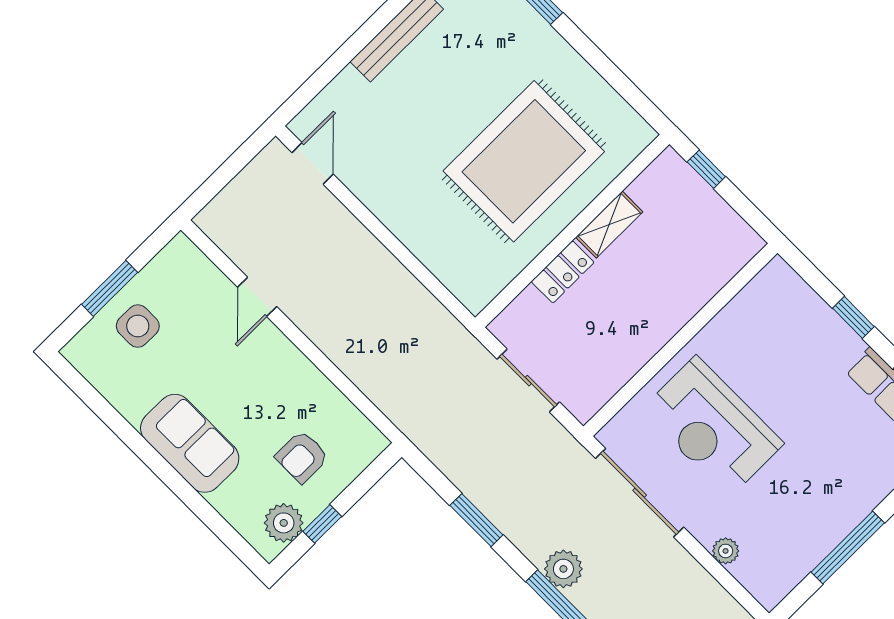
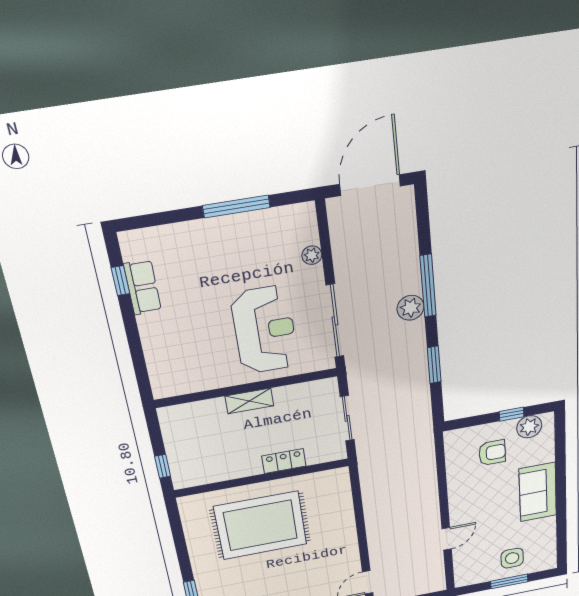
shelving: (609, 224) -> (249, 401), moved
window: (853, 317) -> (133, 338), removed

